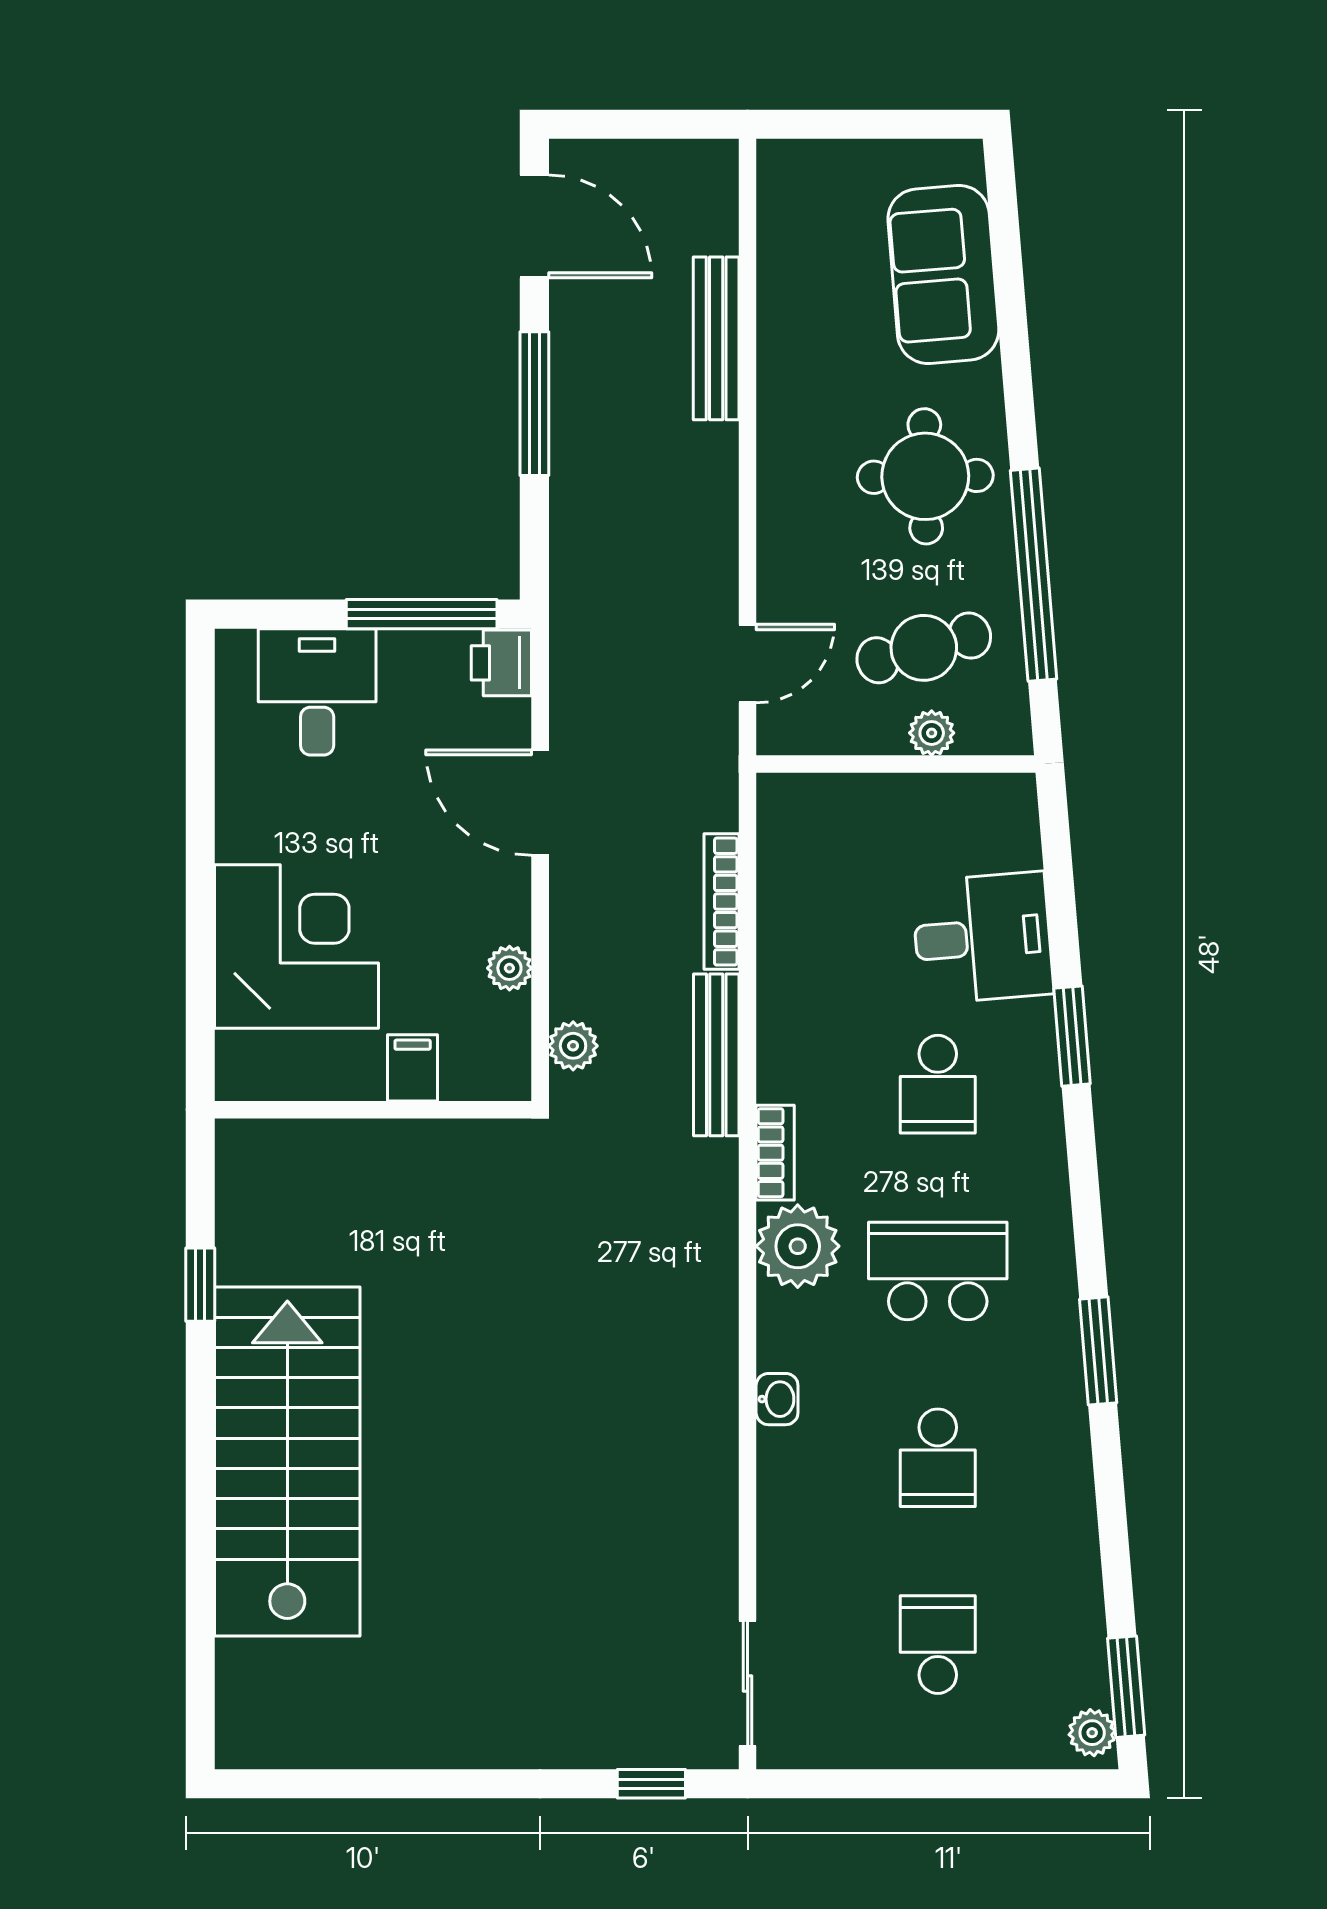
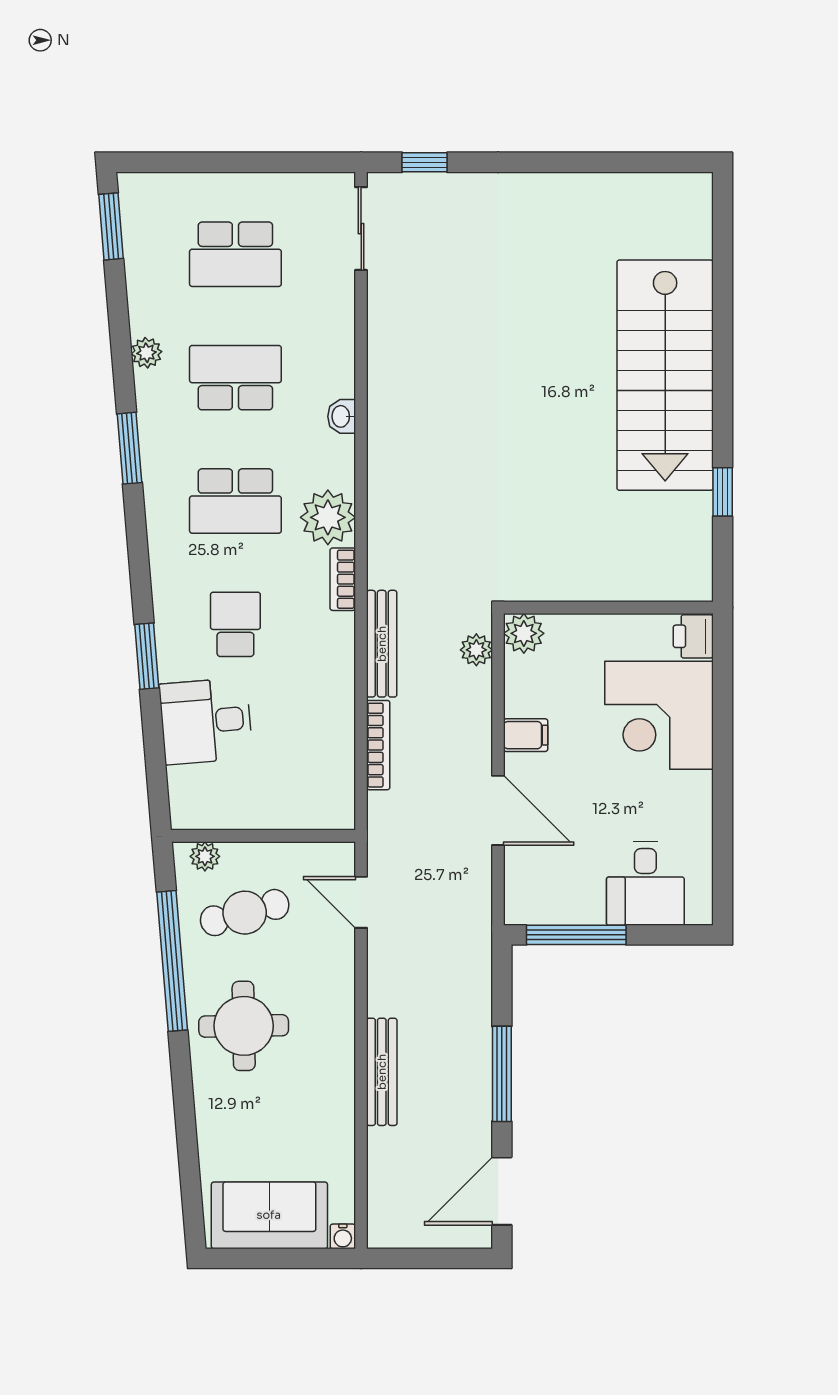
water cooler: (775, 158) -> (343, 1236), added
door: (534, 226) -> (502, 1191), hinge flipped
sofa: (943, 274) -> (269, 1215), moved, turned -85
bench: (716, 338) -> (382, 1072), moved
printer: (501, 663) -> (693, 636), moved, turned 180
door: (748, 664) -> (361, 902), hinge flipped
plant: (932, 733) -> (205, 856), moved
plant: (509, 968) -> (524, 633), moved, width x1.38, depth x1.38
filing cabinet: (413, 1068) -> (526, 735), moved, turned -90
school desk: (938, 1458) -> (235, 378), width x1.85
school desk: (938, 1645) -> (235, 254), width x1.85
plant: (1092, 1733) -> (146, 353), moved

